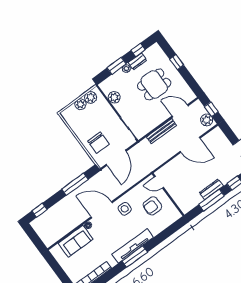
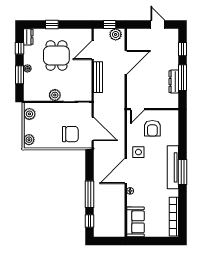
dresser: (137, 61) -> (28, 37), moved
plant: (114, 97) -> (55, 95), moved
plant: (80, 104) -> (29, 140), moved
window: (75, 184) -> (90, 194), moved
dresser: (211, 189) -> (174, 82), moved
sofa: (76, 241) -> (135, 222), moved

